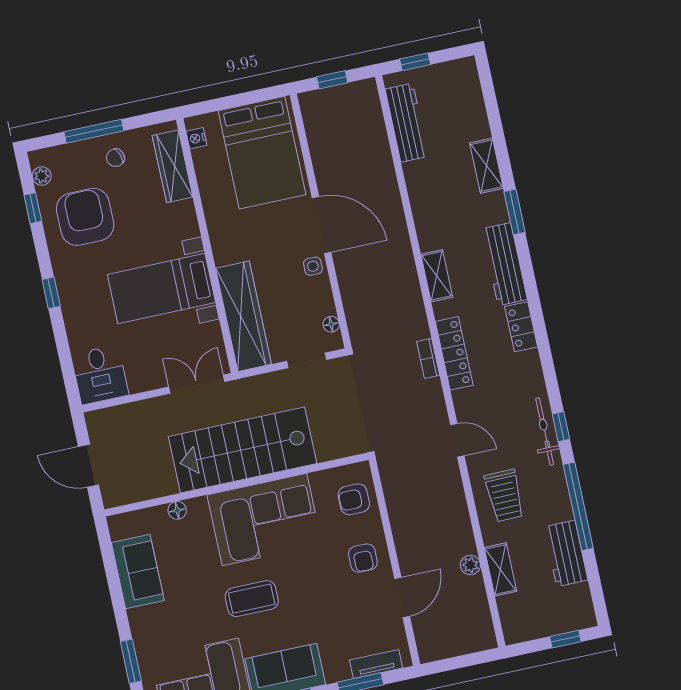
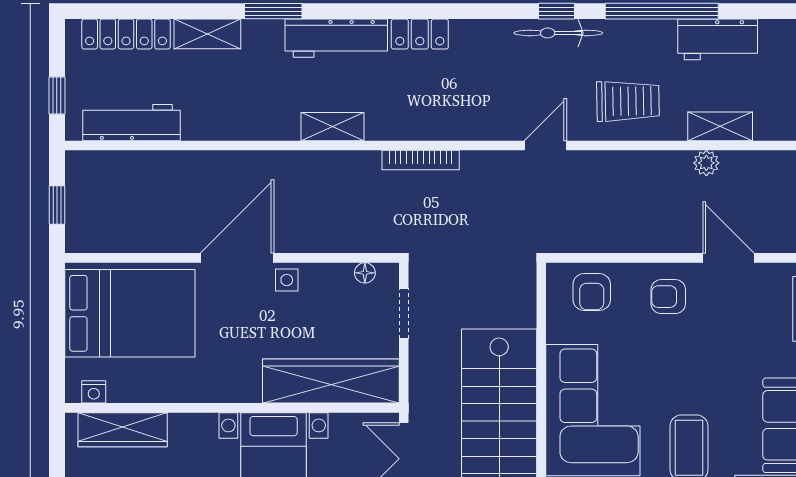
locker: (454, 353) -> (126, 34), moved, turned 180
bookcase: (428, 358) -> (421, 160), width x1.56
armchair: (363, 558) -> (668, 297), turned 180

